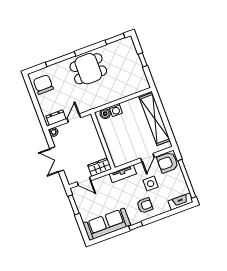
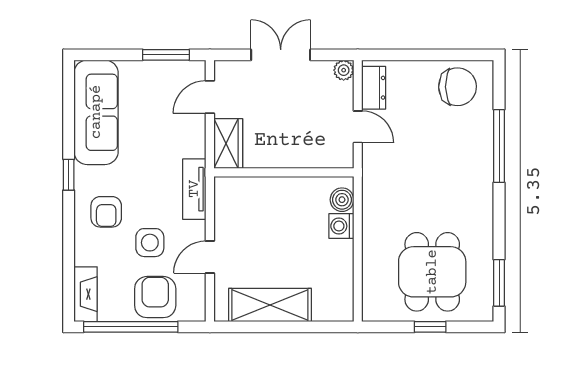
dining table: (88, 69) -> (432, 272), moved
shelving: (155, 119) -> (270, 305), width x0.68
door: (147, 158) -> (210, 257), hinge flipped
armchair: (168, 162) -> (155, 297), moved

